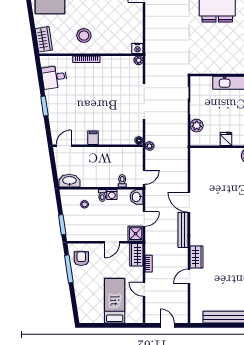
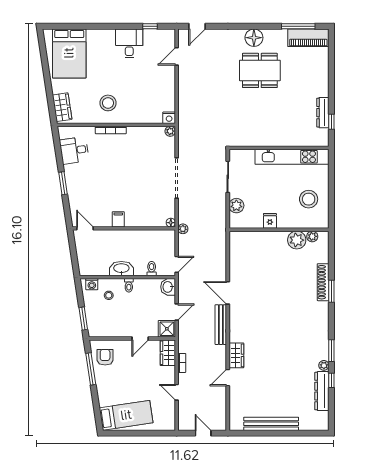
door: (64, 146) -> (85, 228), hinge flipped
washbasin: (69, 181) -> (121, 269), moved
washing machine: (112, 195) -> (92, 284), moved
bed: (115, 301) -> (126, 415), moved, turned 81

